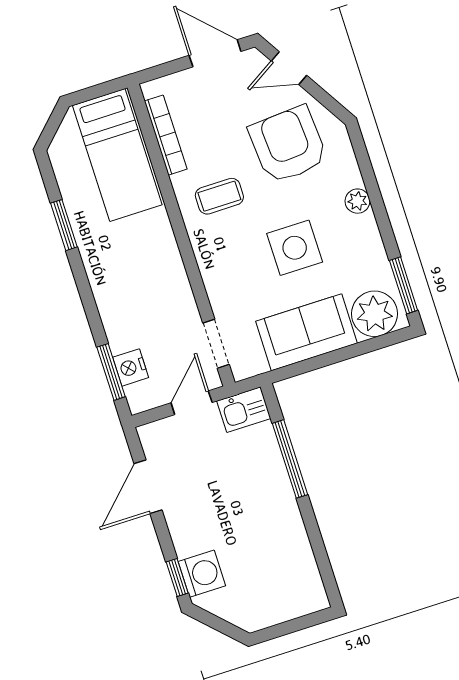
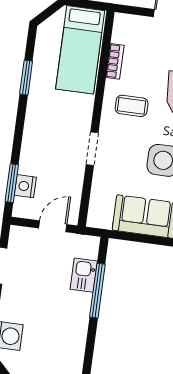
bookcase: (166, 135) -> (115, 61), width x0.64
doorway: (216, 344) -> (92, 149), moved
kitchen sink: (244, 410) -> (84, 275), moved, turned 90

